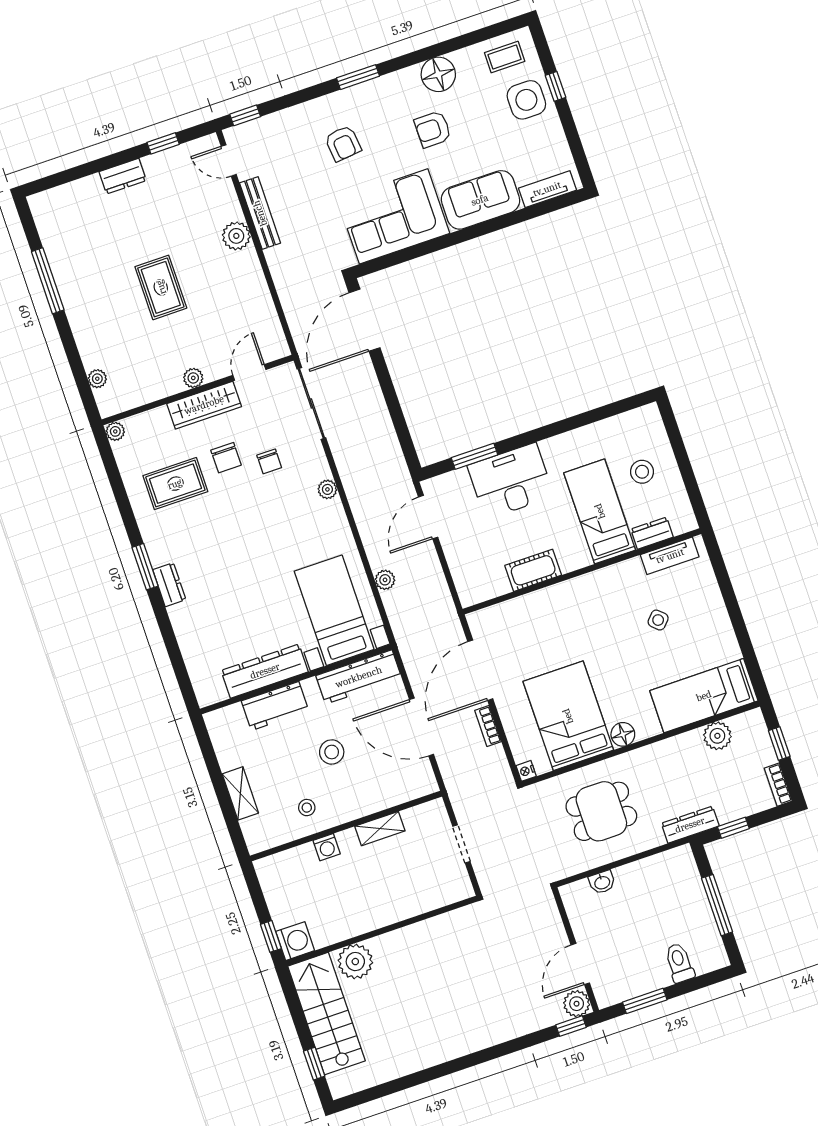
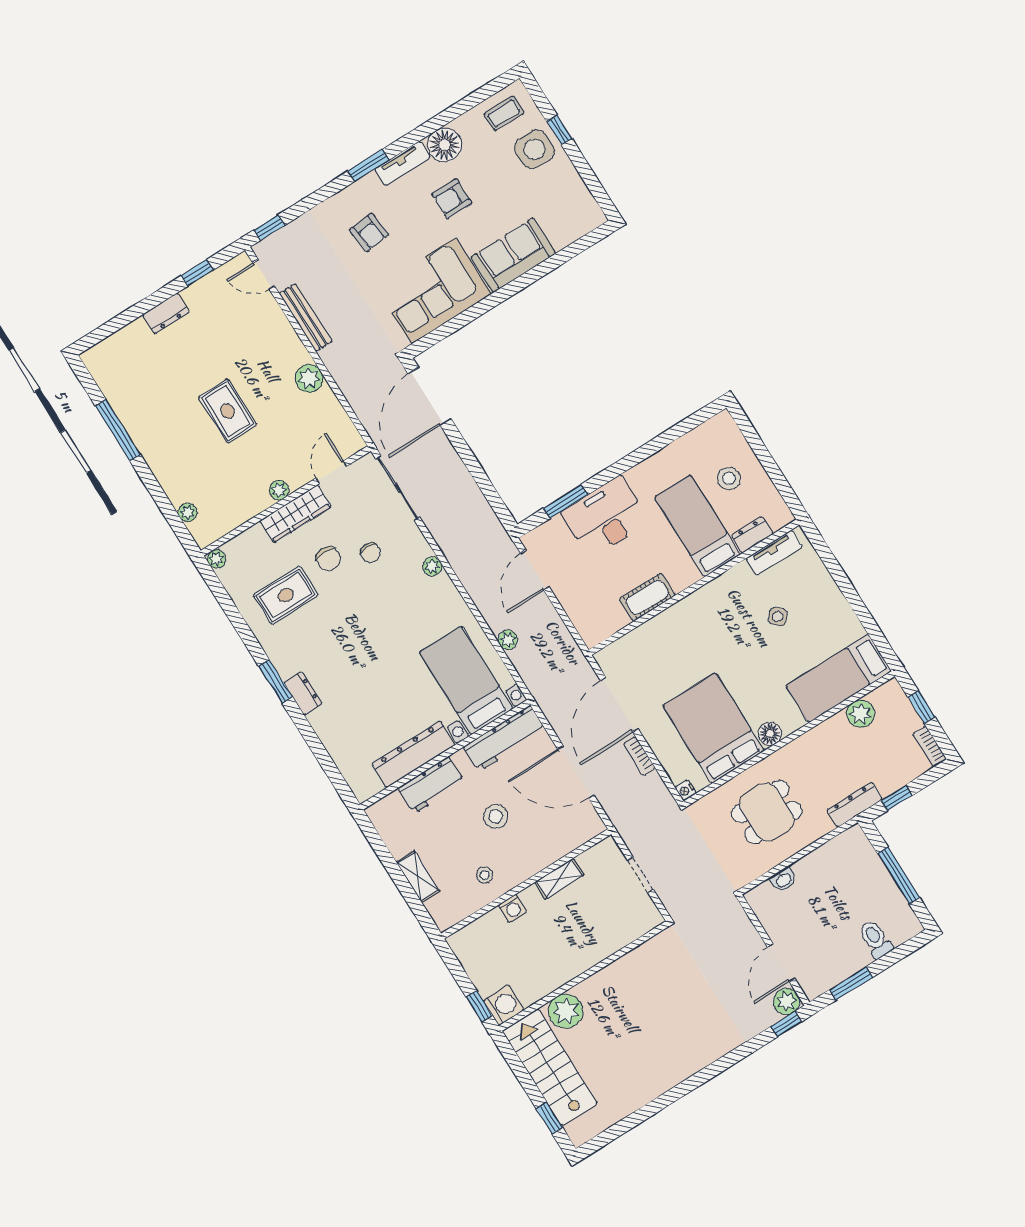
tv unit: (547, 189) -> (402, 163), moved, turned 180
plant: (236, 236) -> (309, 378), moved

